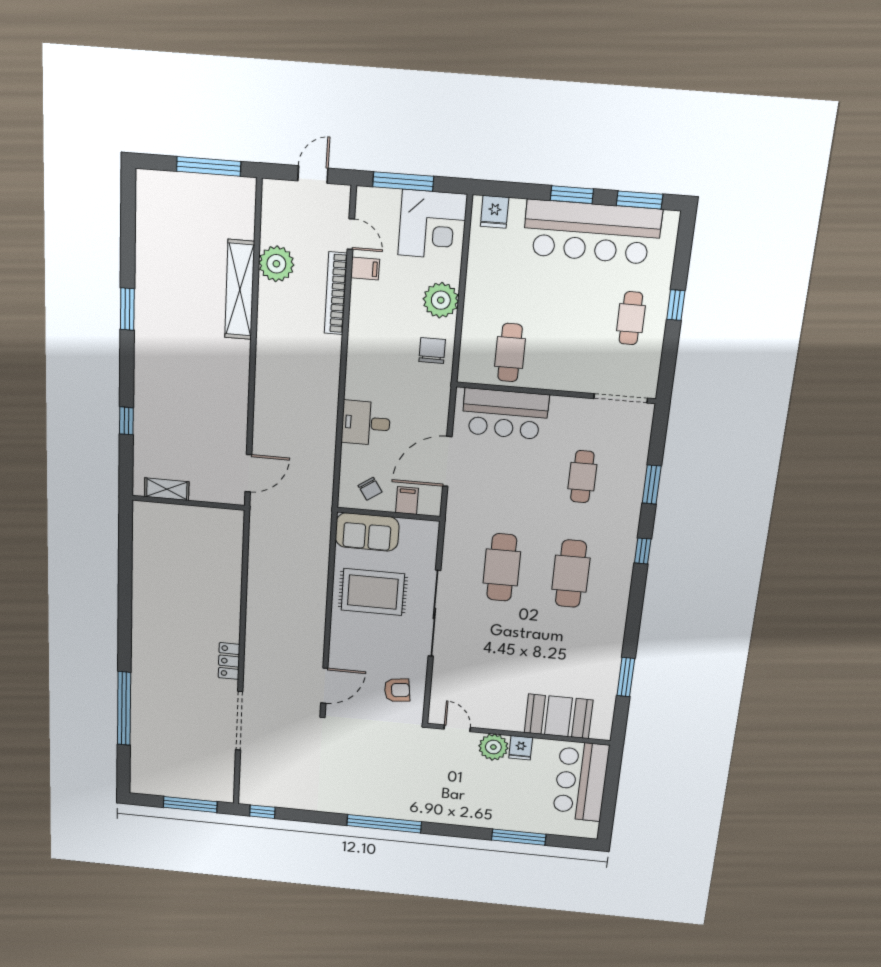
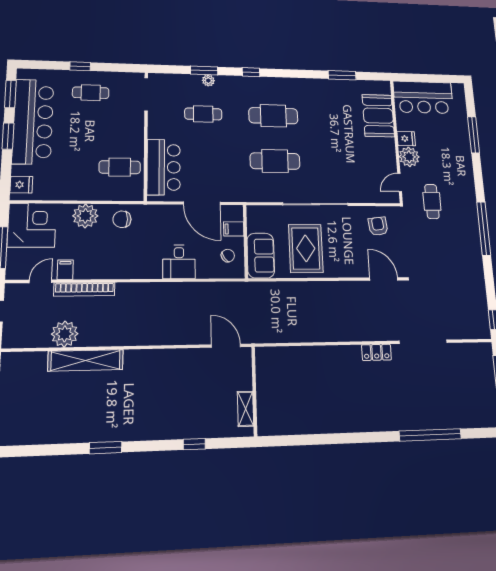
plant: (635, 489) -> (208, 81), added
cafe table: (427, 765) -> (432, 201), added

